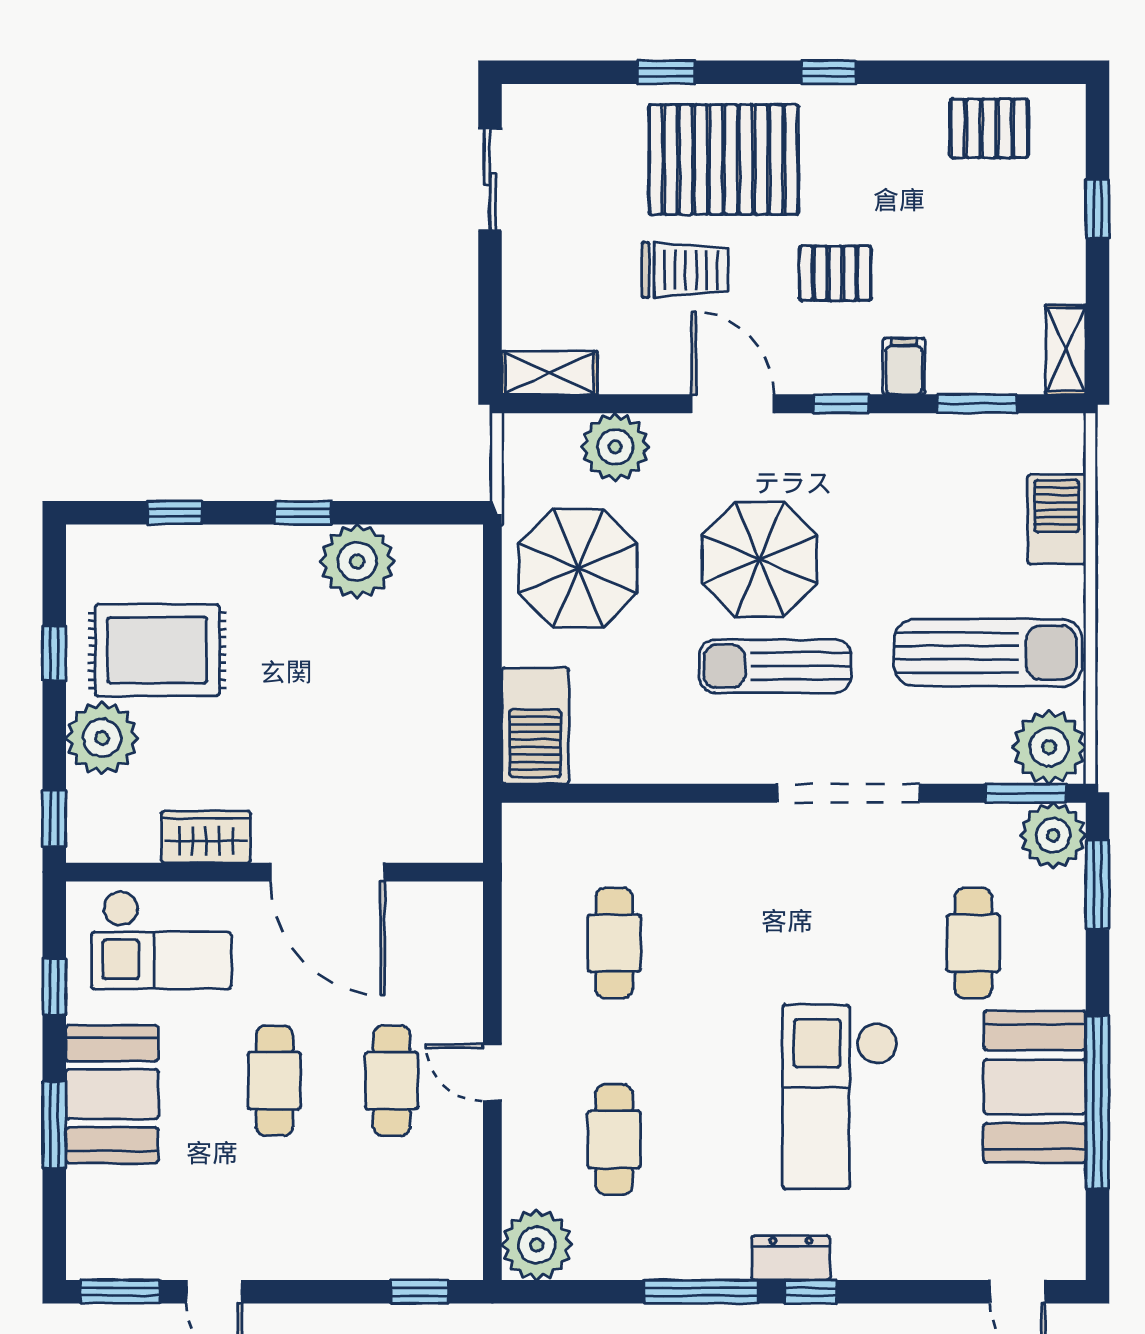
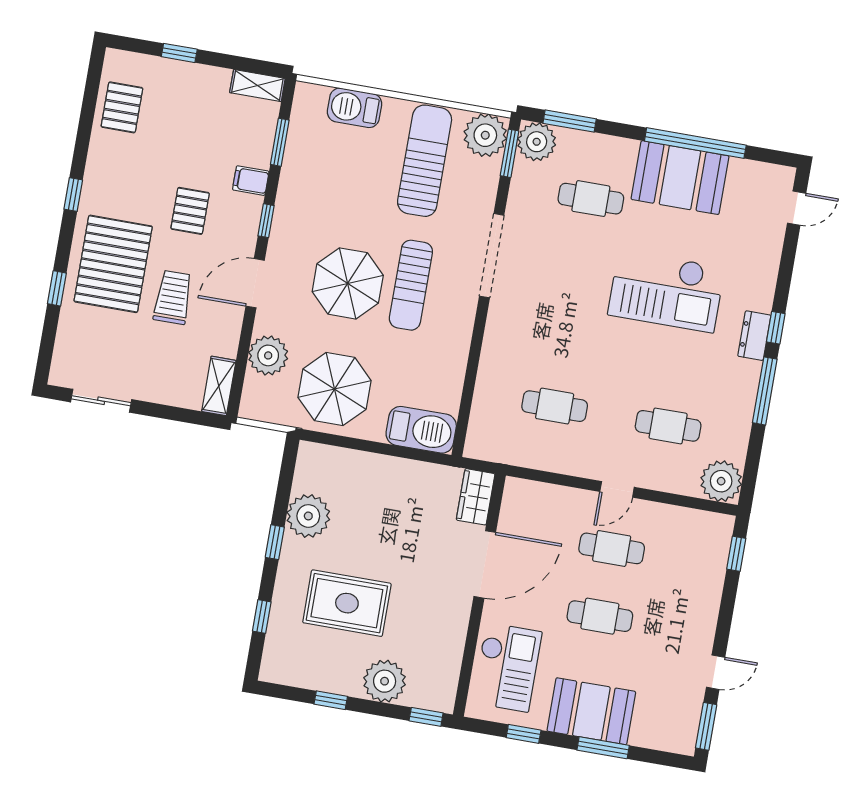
rug: (157, 650) -> (347, 603), moved, turned 90
wardrobe: (206, 837) -> (476, 497), moved

